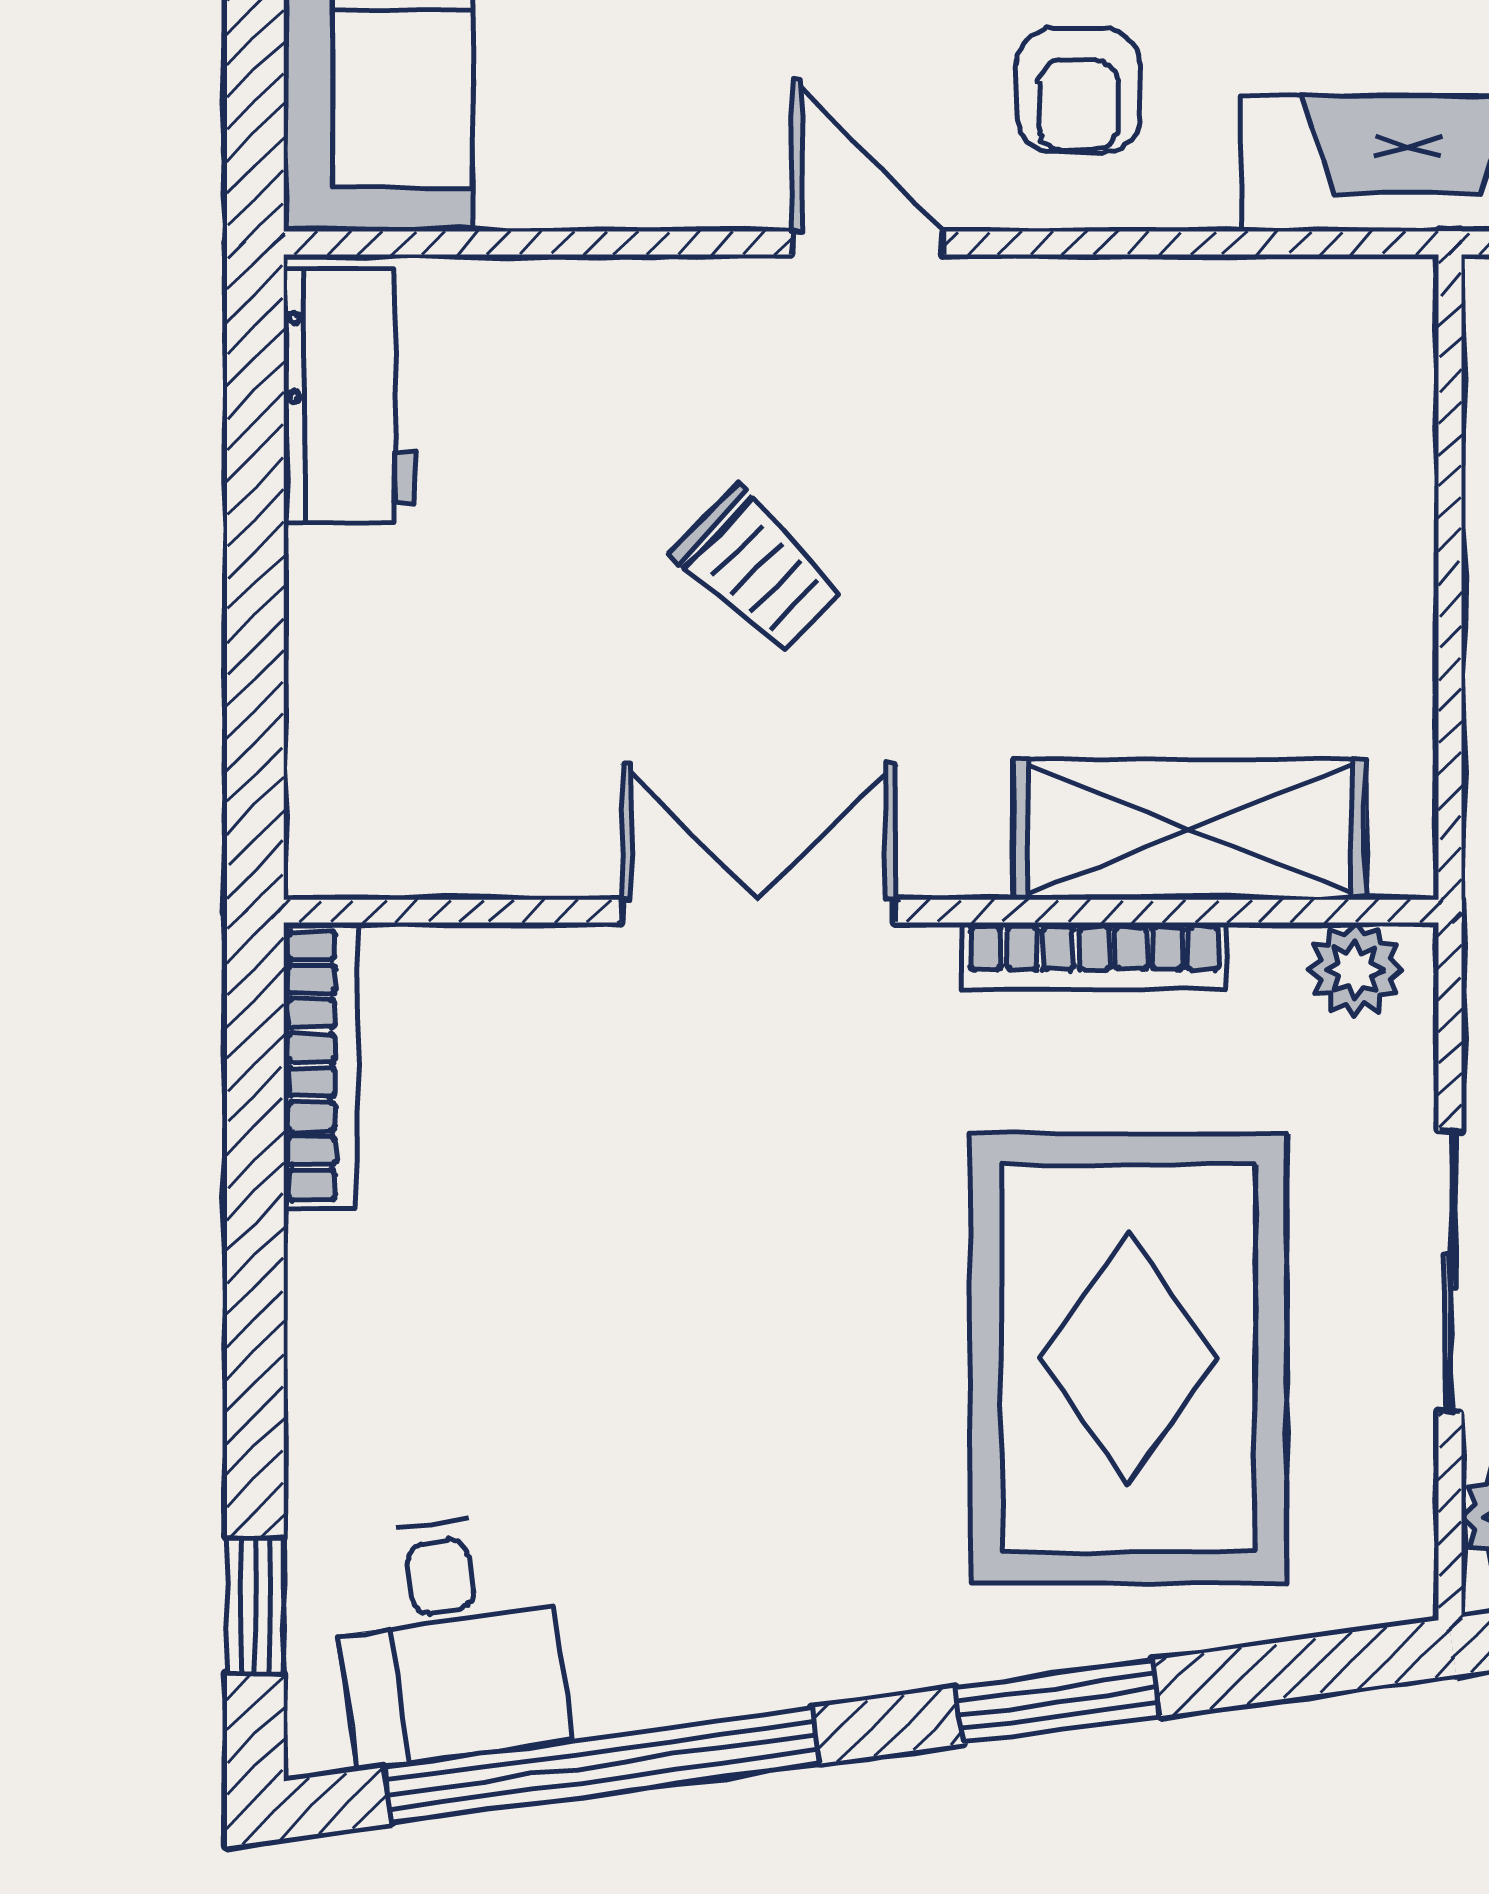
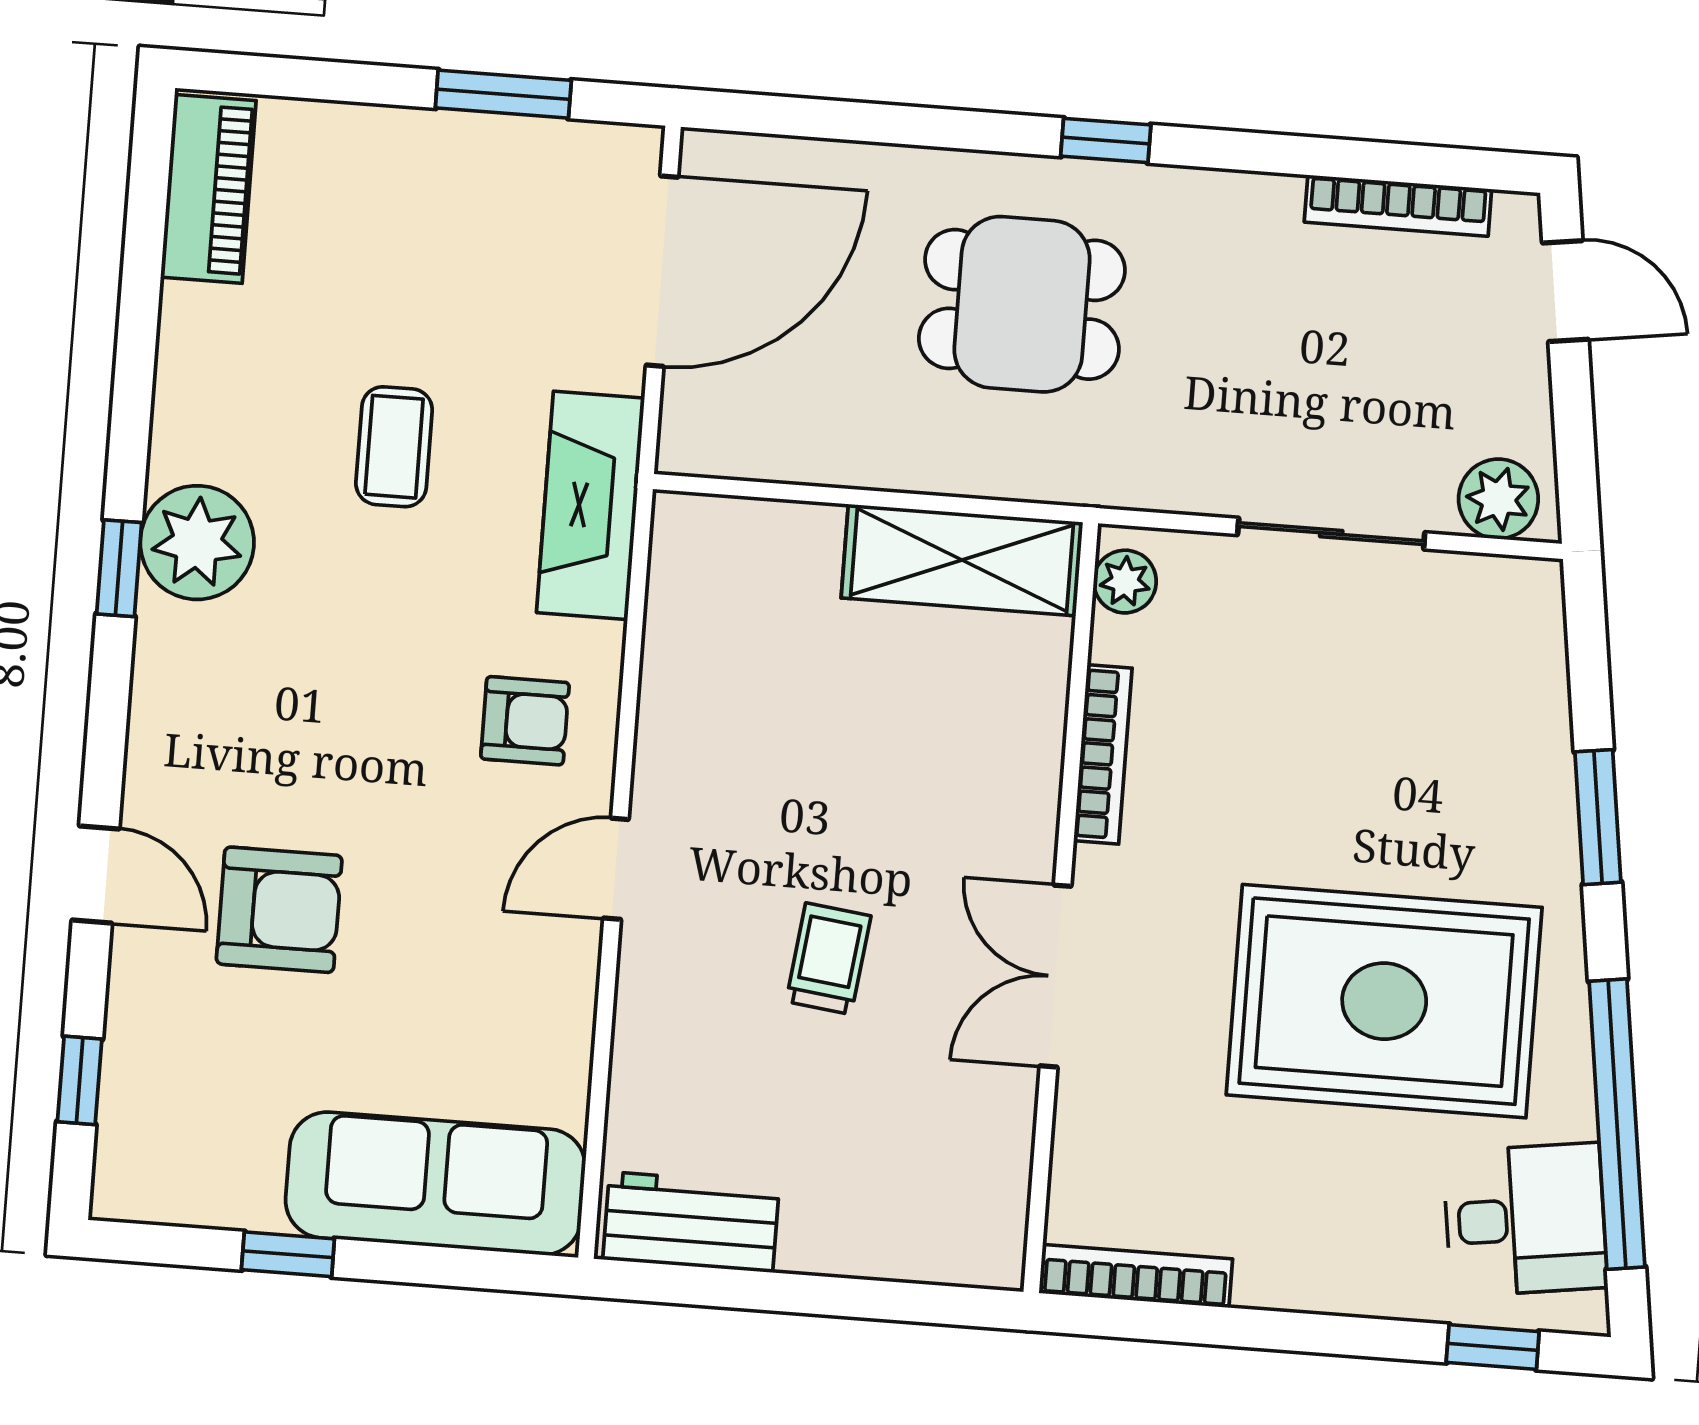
trolley: (758, 570) -> (828, 959), turned -37
shelving: (1190, 829) -> (962, 560), moved, turned 90
rug: (1128, 1358) -> (1384, 1001), moved

